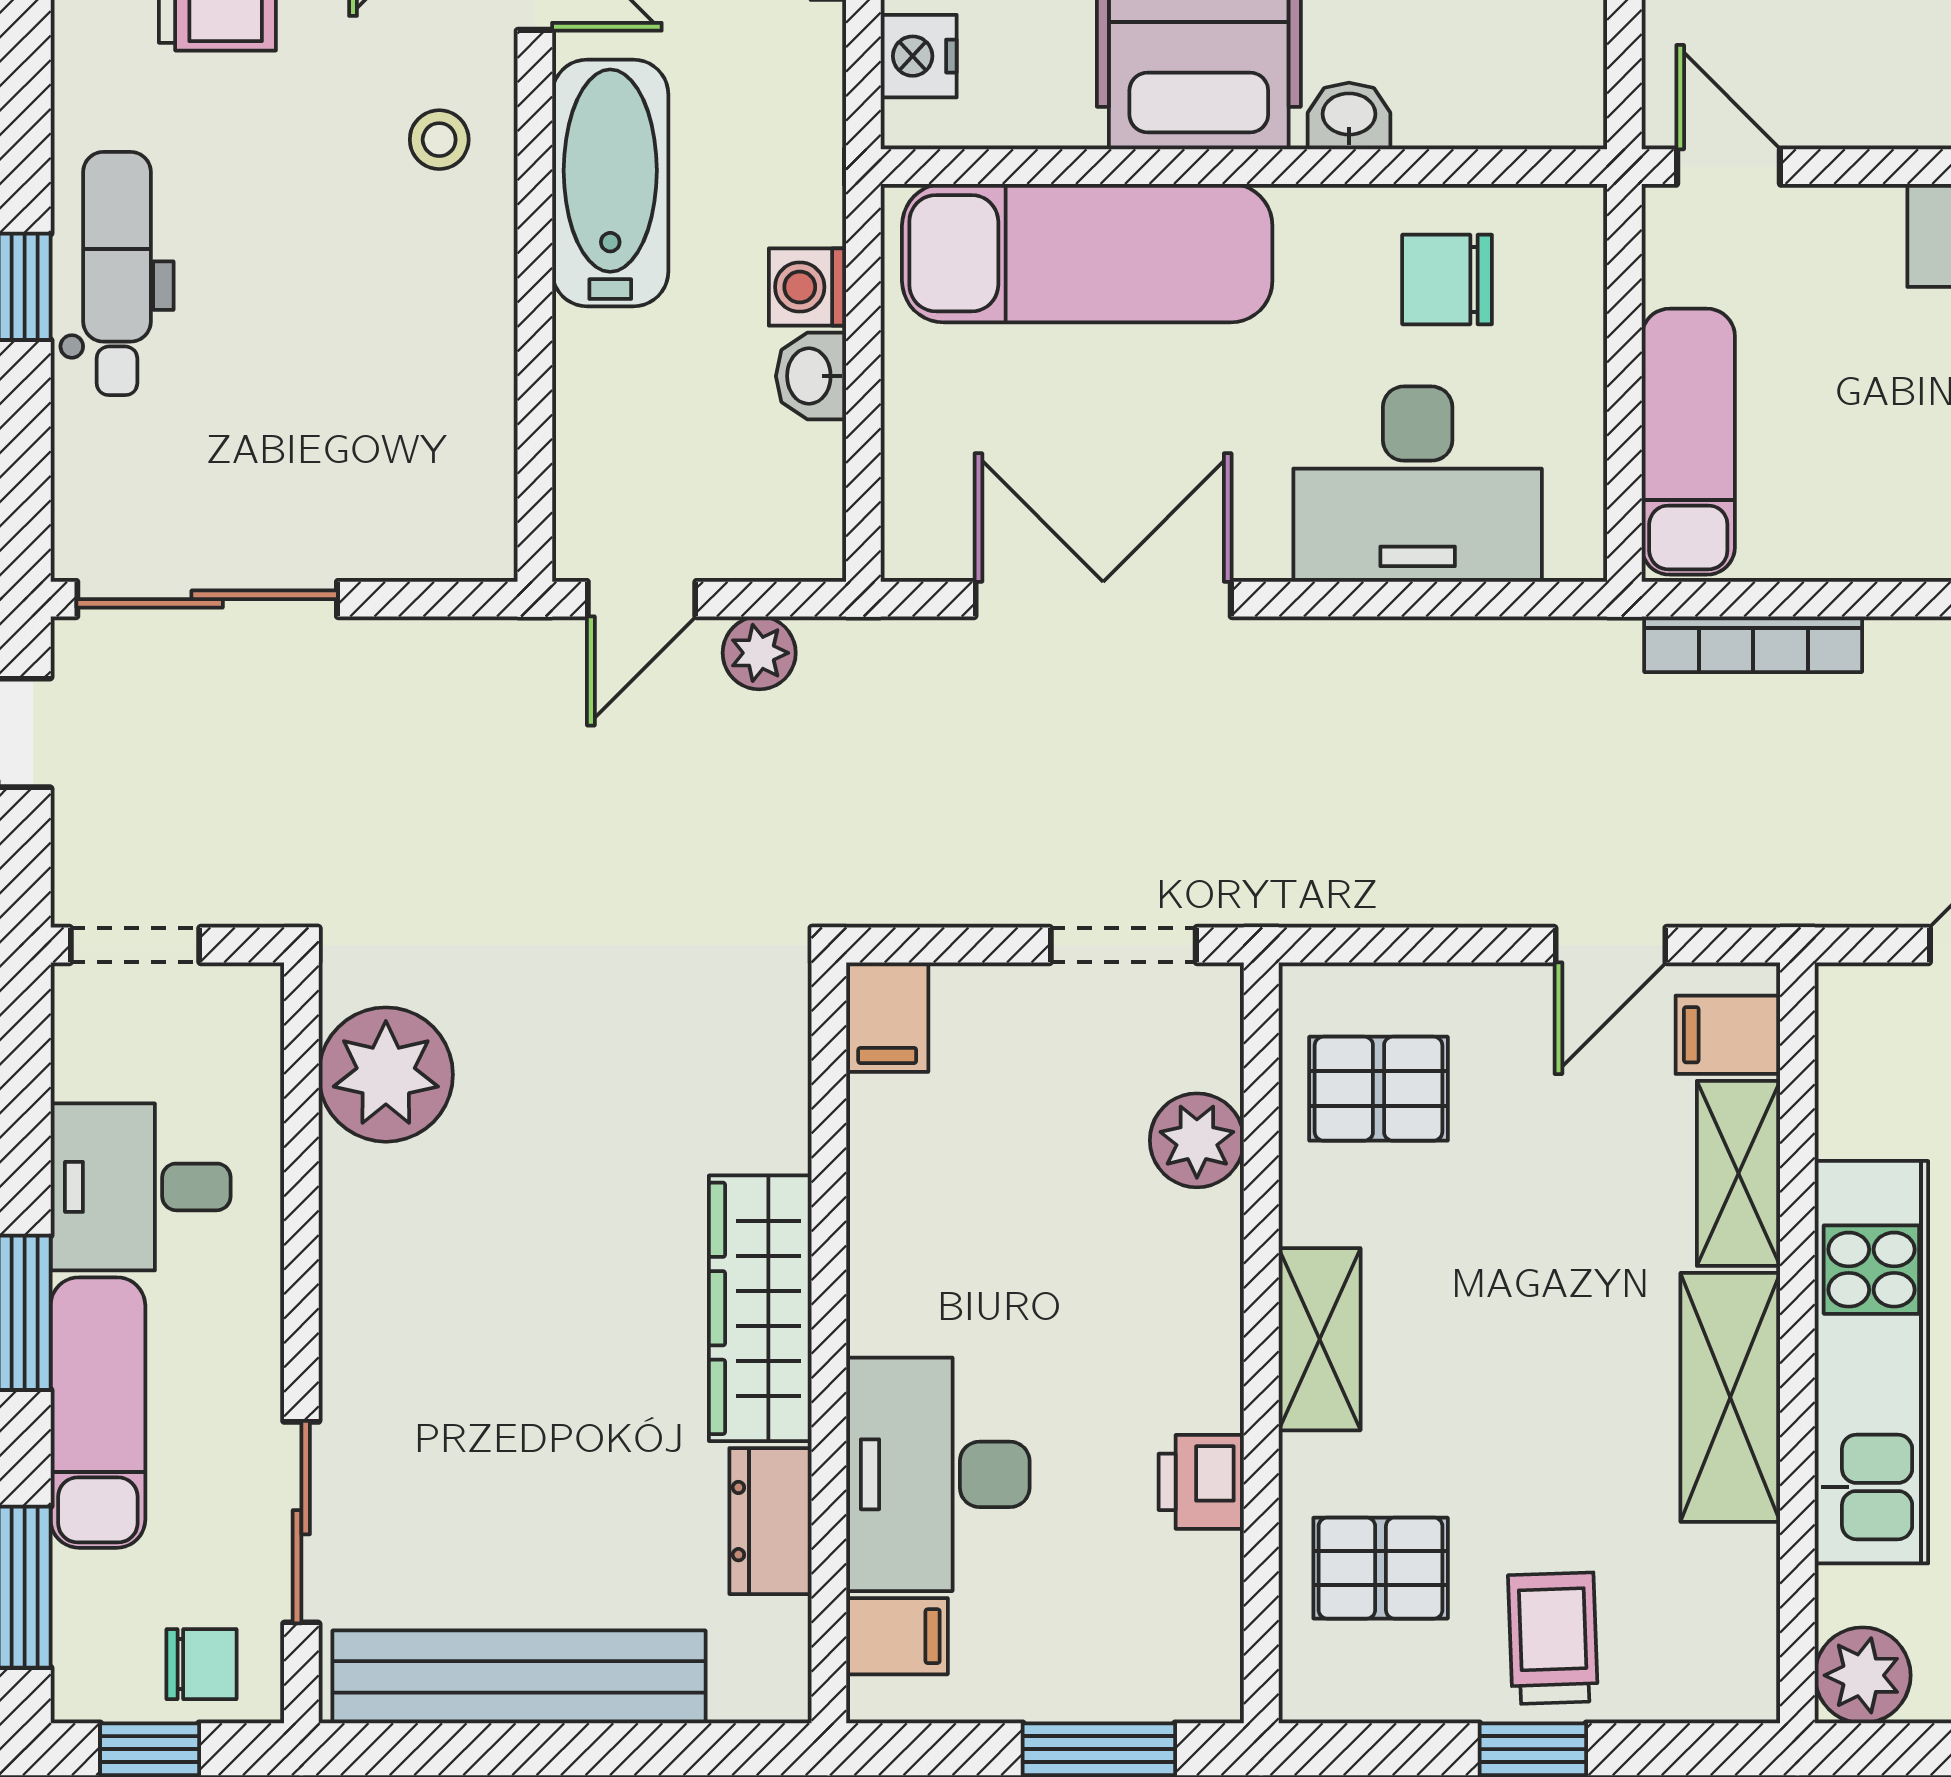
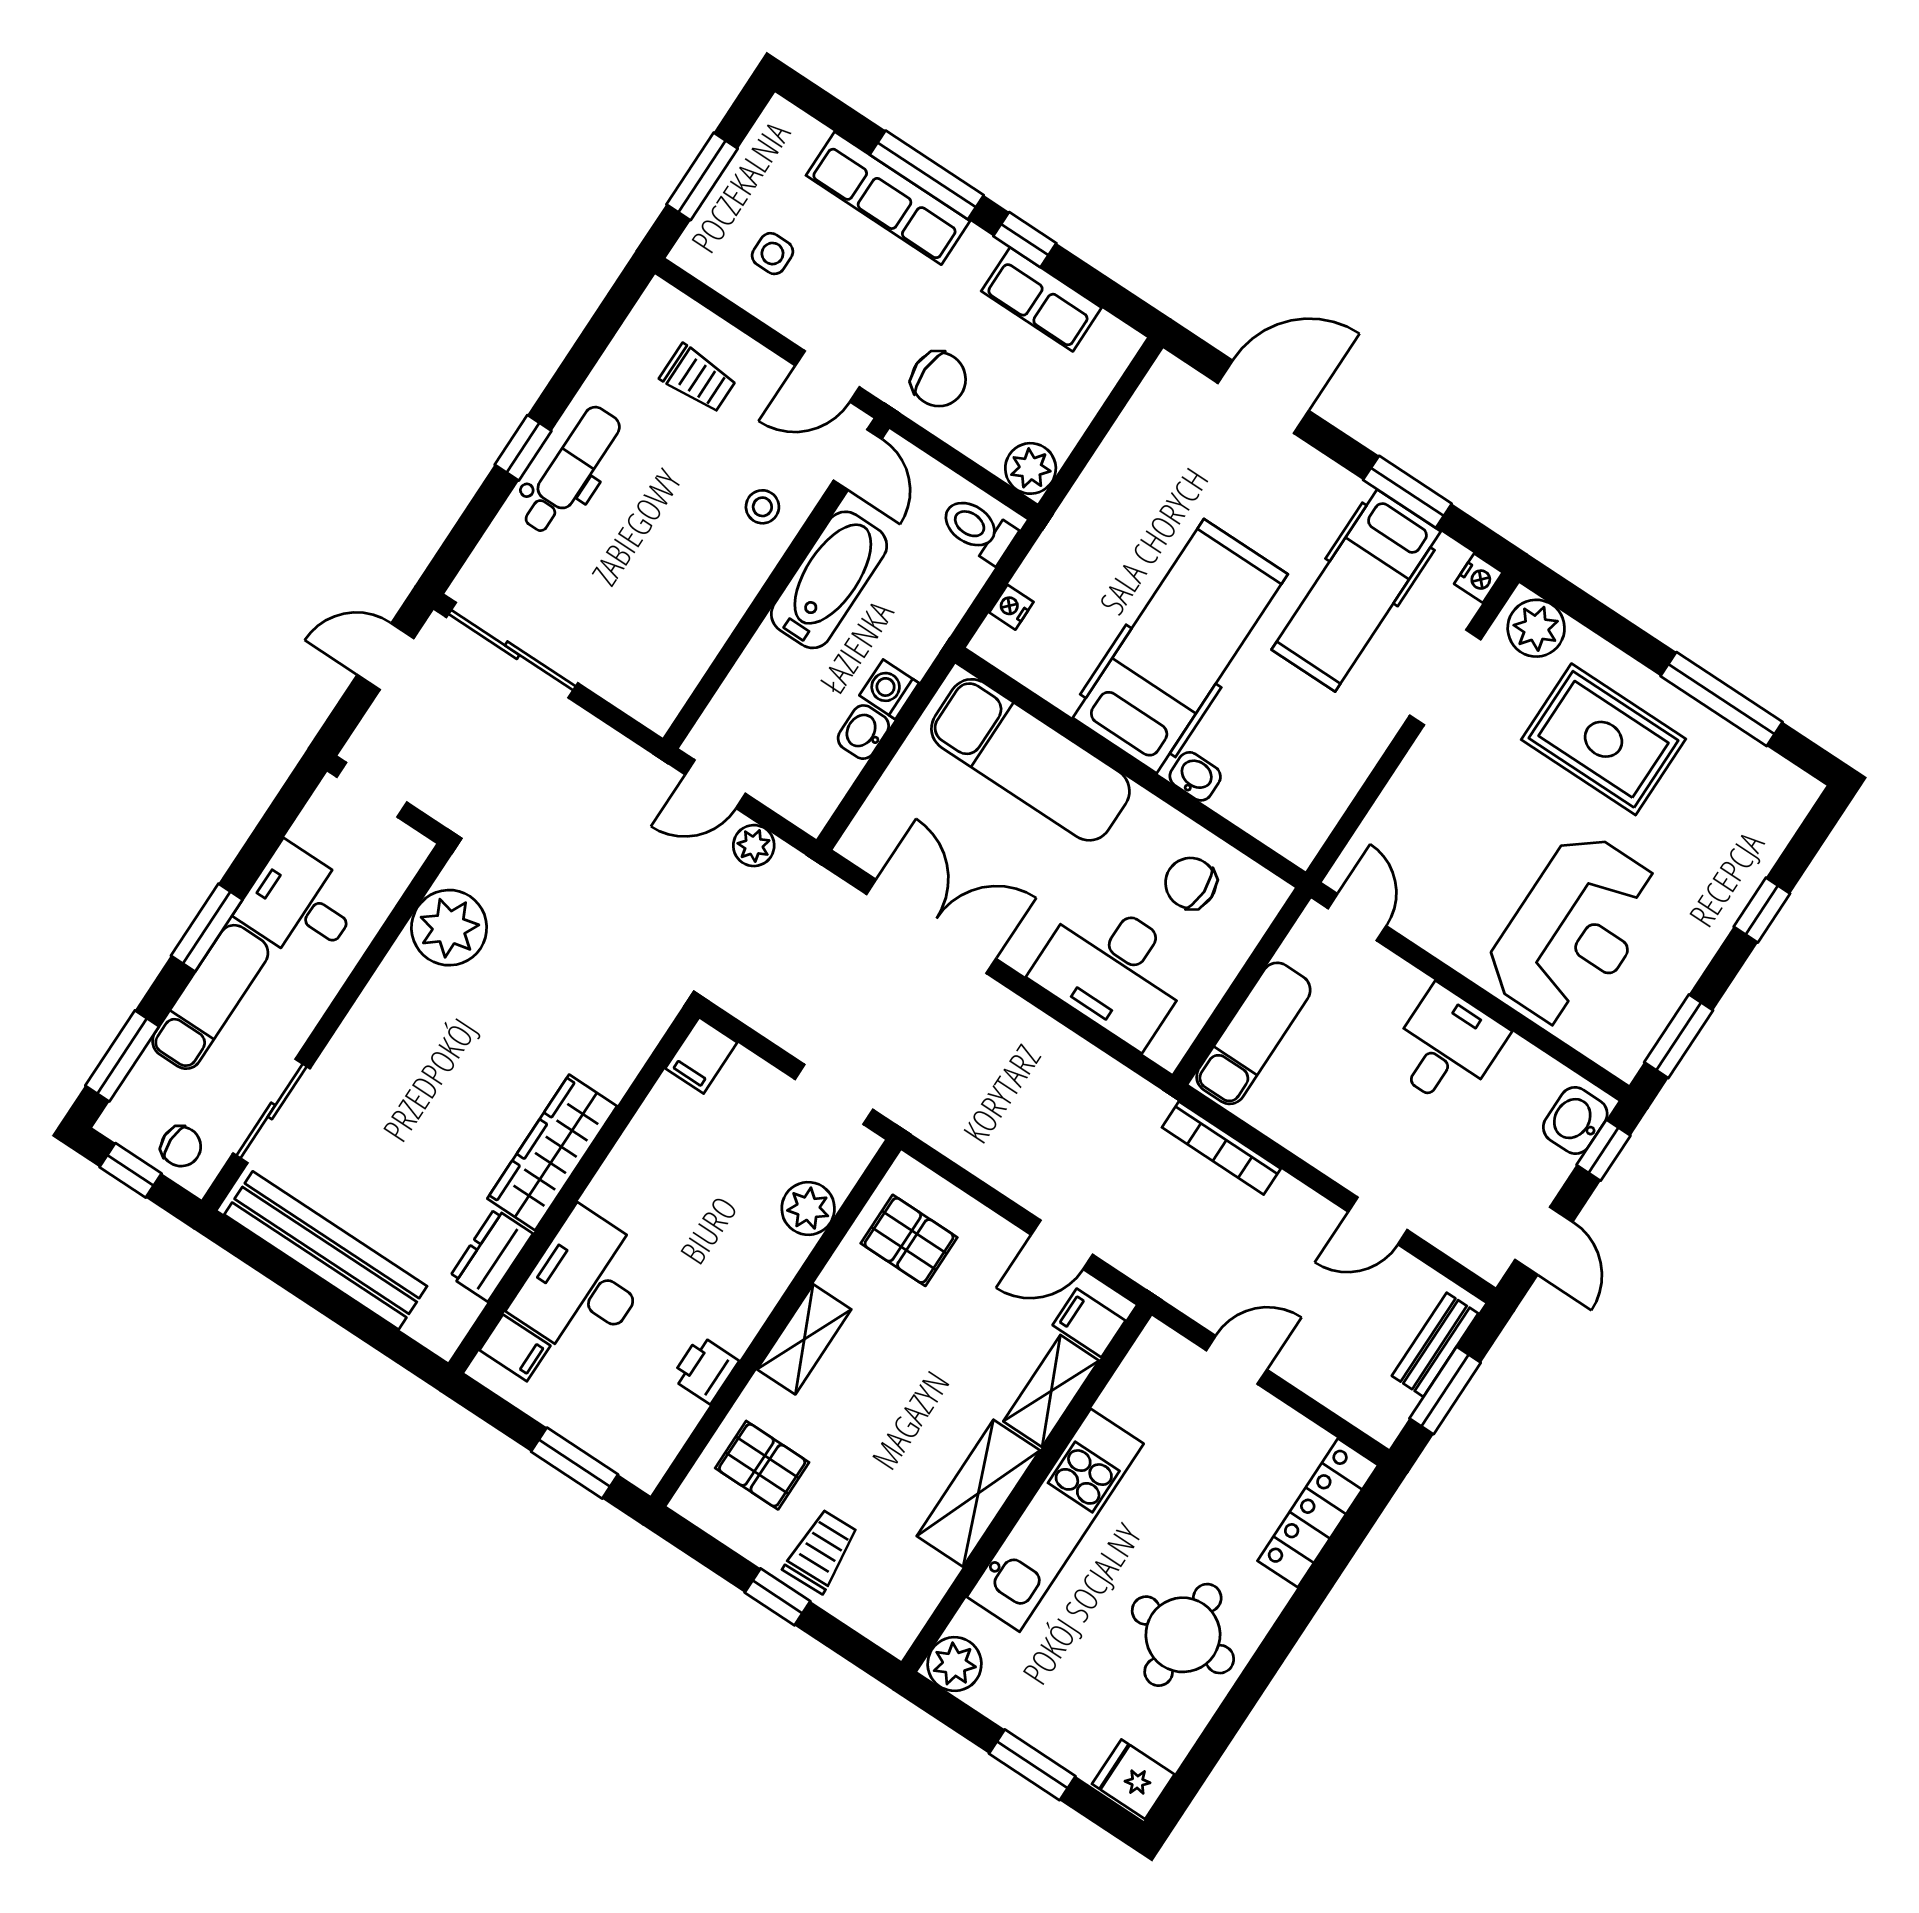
nightstand: (919, 56) -> (1011, 607), width x0.72, depth x0.74

